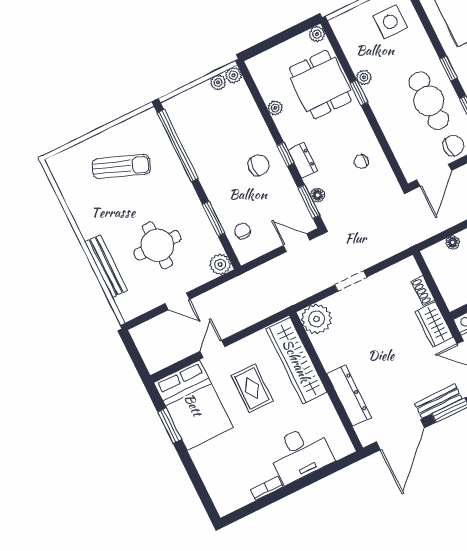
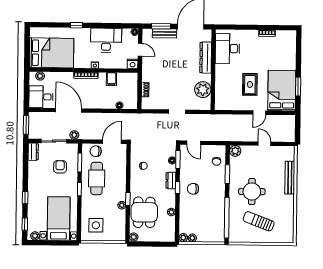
round table: (157, 245) -> (252, 192), moved
plant: (316, 319) -> (203, 90), moved
wardrobe: (434, 324) -> (148, 71), removed
wardrobe: (296, 361) -> (222, 87), removed
desk: (300, 454) -> (227, 48), moved, turned -90

